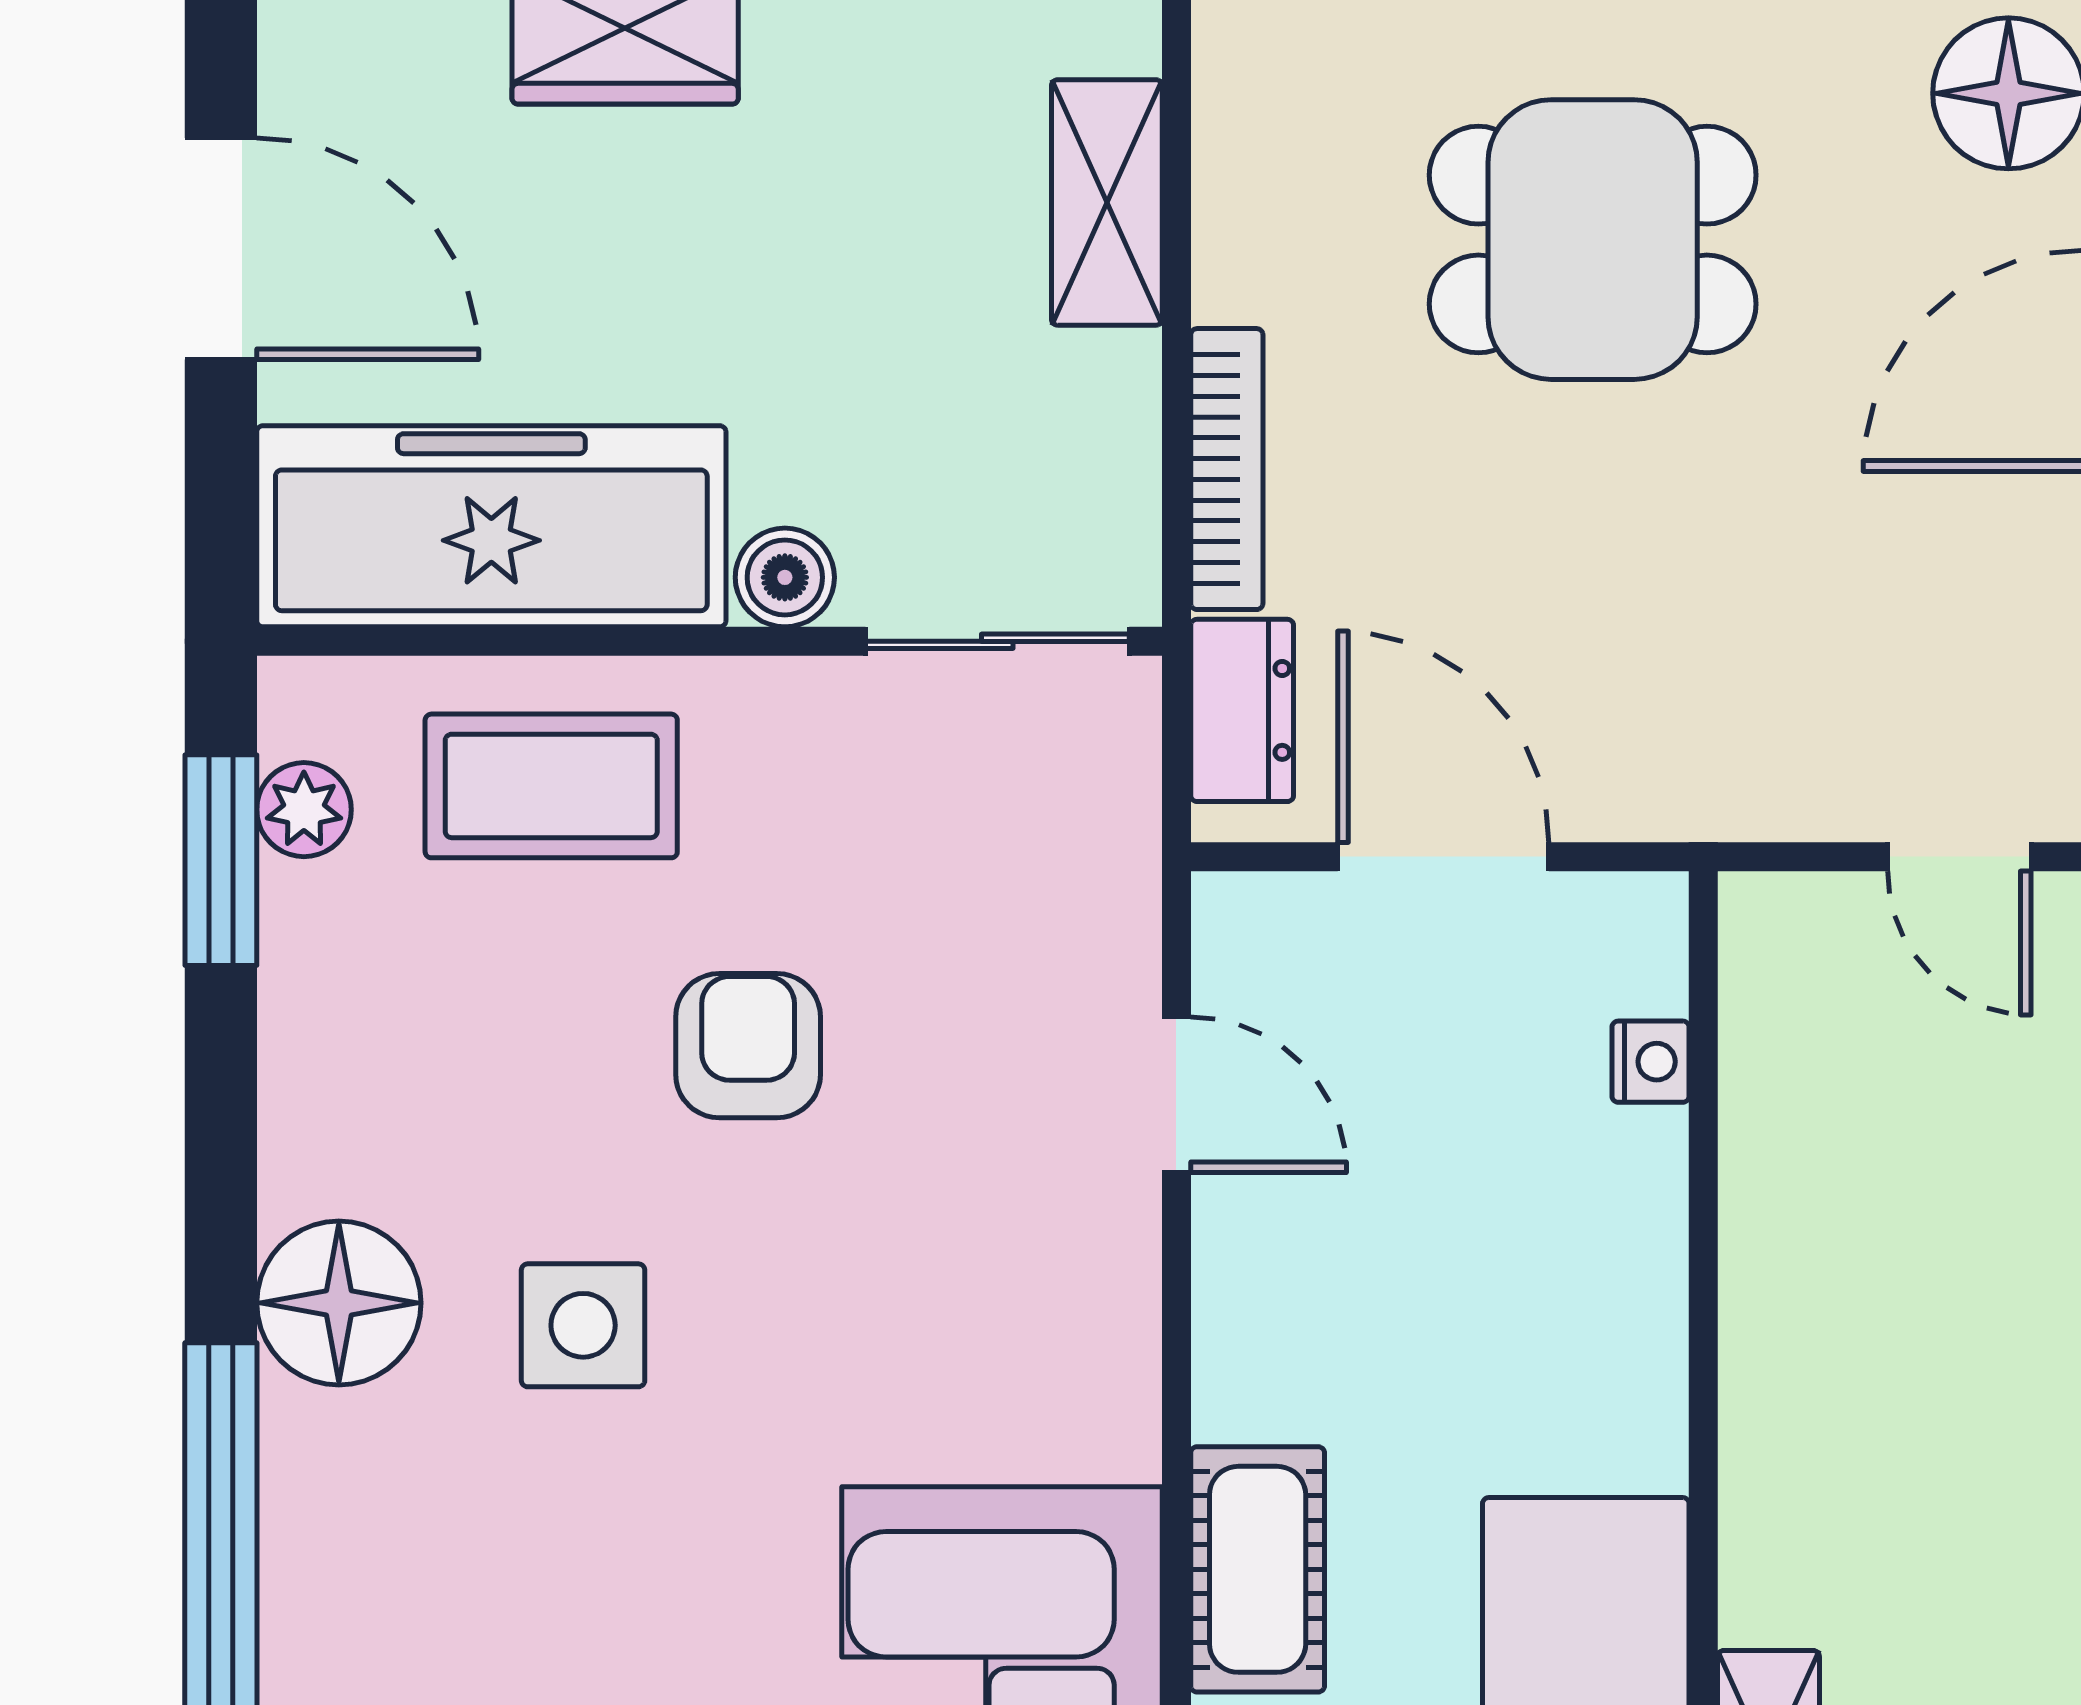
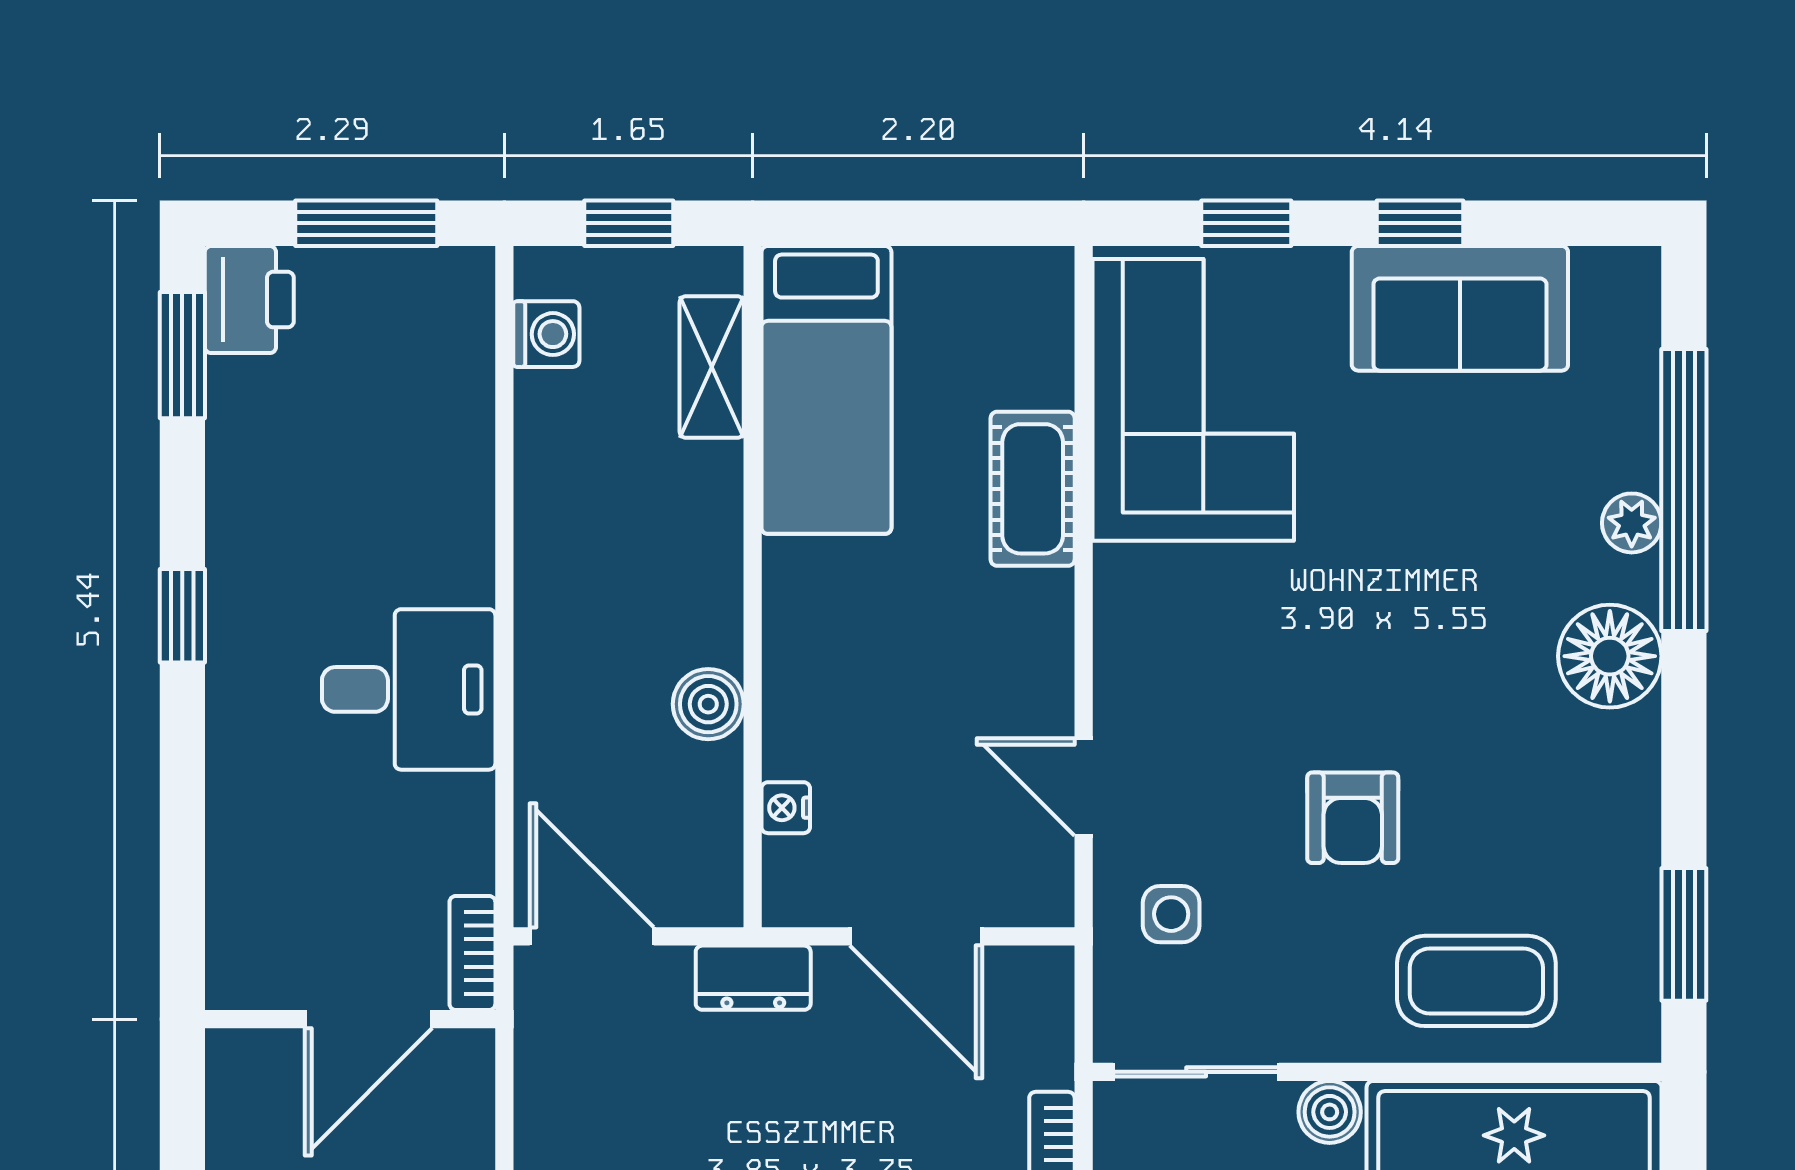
dresser: (1242, 710) -> (753, 978), moved, turned -90
plant: (304, 810) -> (1632, 523), moved
door: (1959, 857) -> (592, 936), width x1.38
boiler: (1774, 1227) -> (708, 704), added
side table: (583, 1325) -> (1171, 914), moved, width x0.73, depth x0.73

